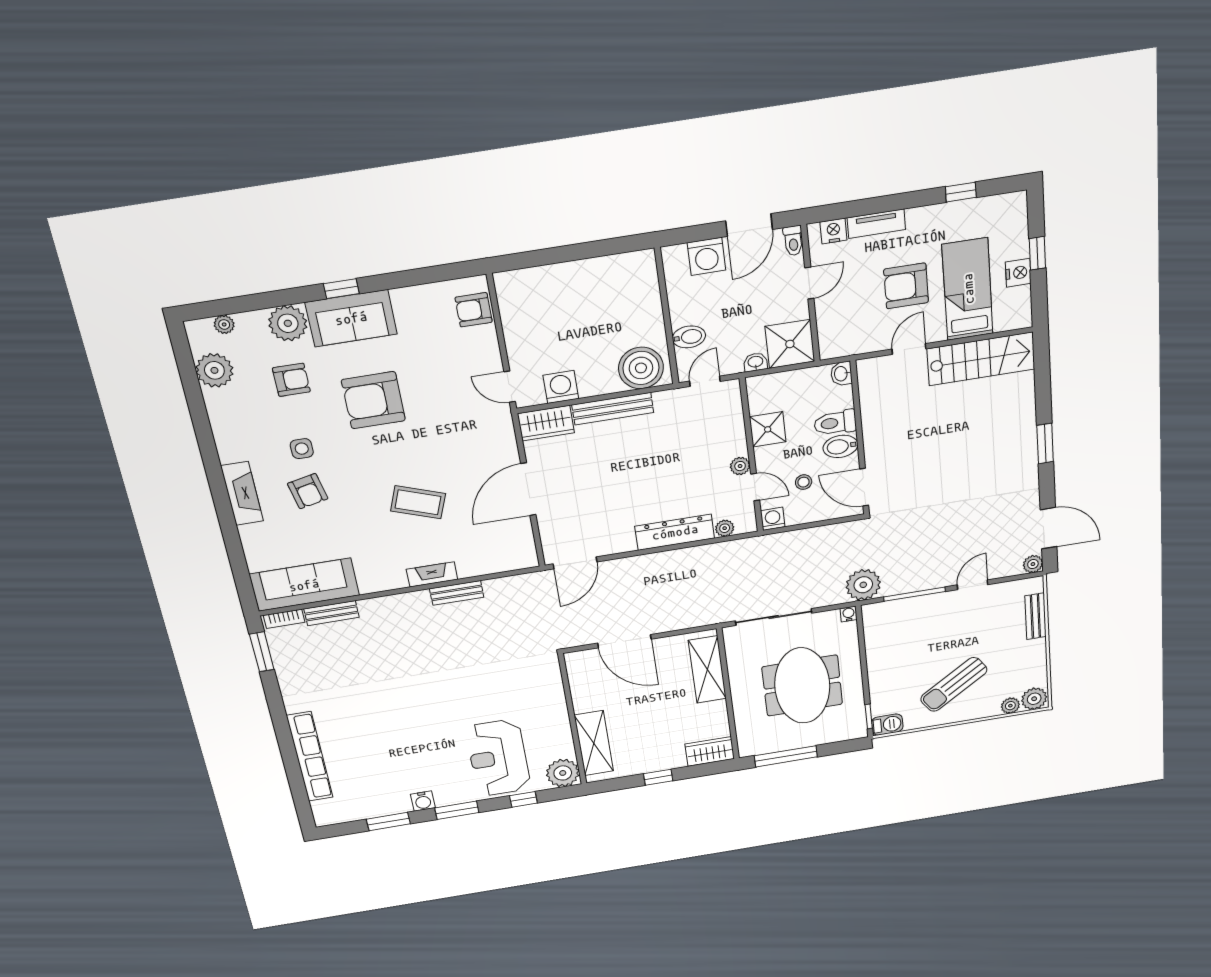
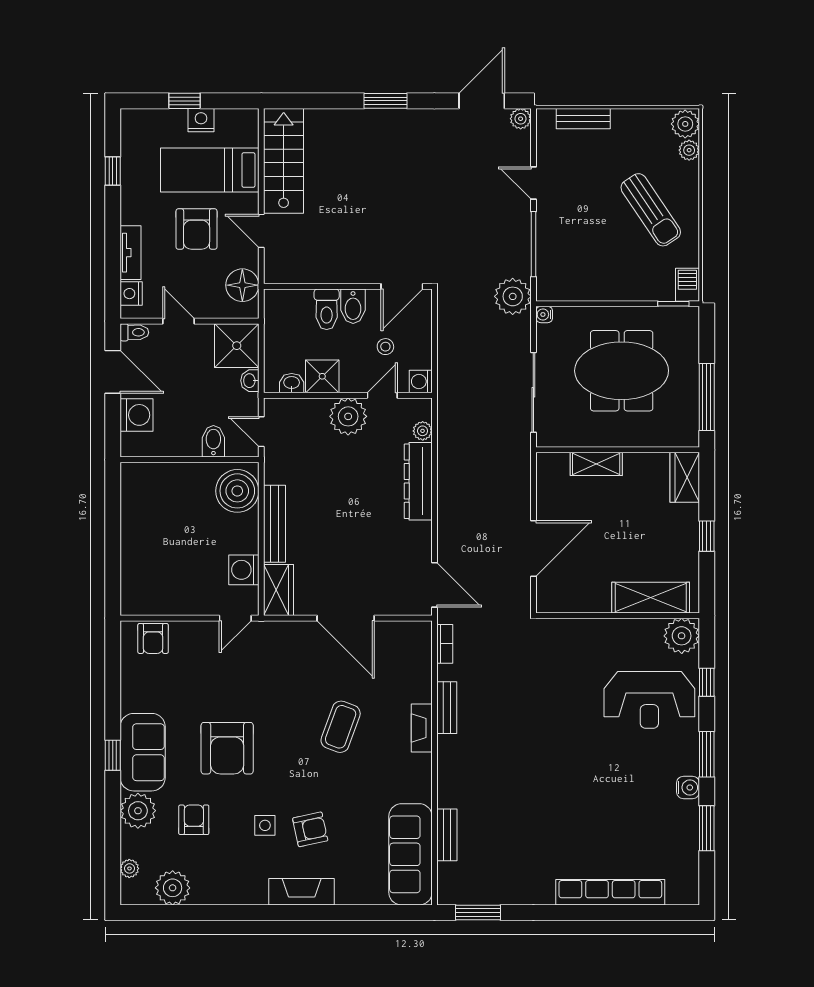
floor lamp: (852, 340) -> (242, 285), added
washbasin: (841, 374) -> (292, 383), moved, turned 180
plant: (740, 466) -> (348, 416), width x1.88, depth x1.88
bookcase: (284, 619) -> (445, 644), moved
shelving: (707, 670) -> (596, 464), width x0.67, depth x0.75

